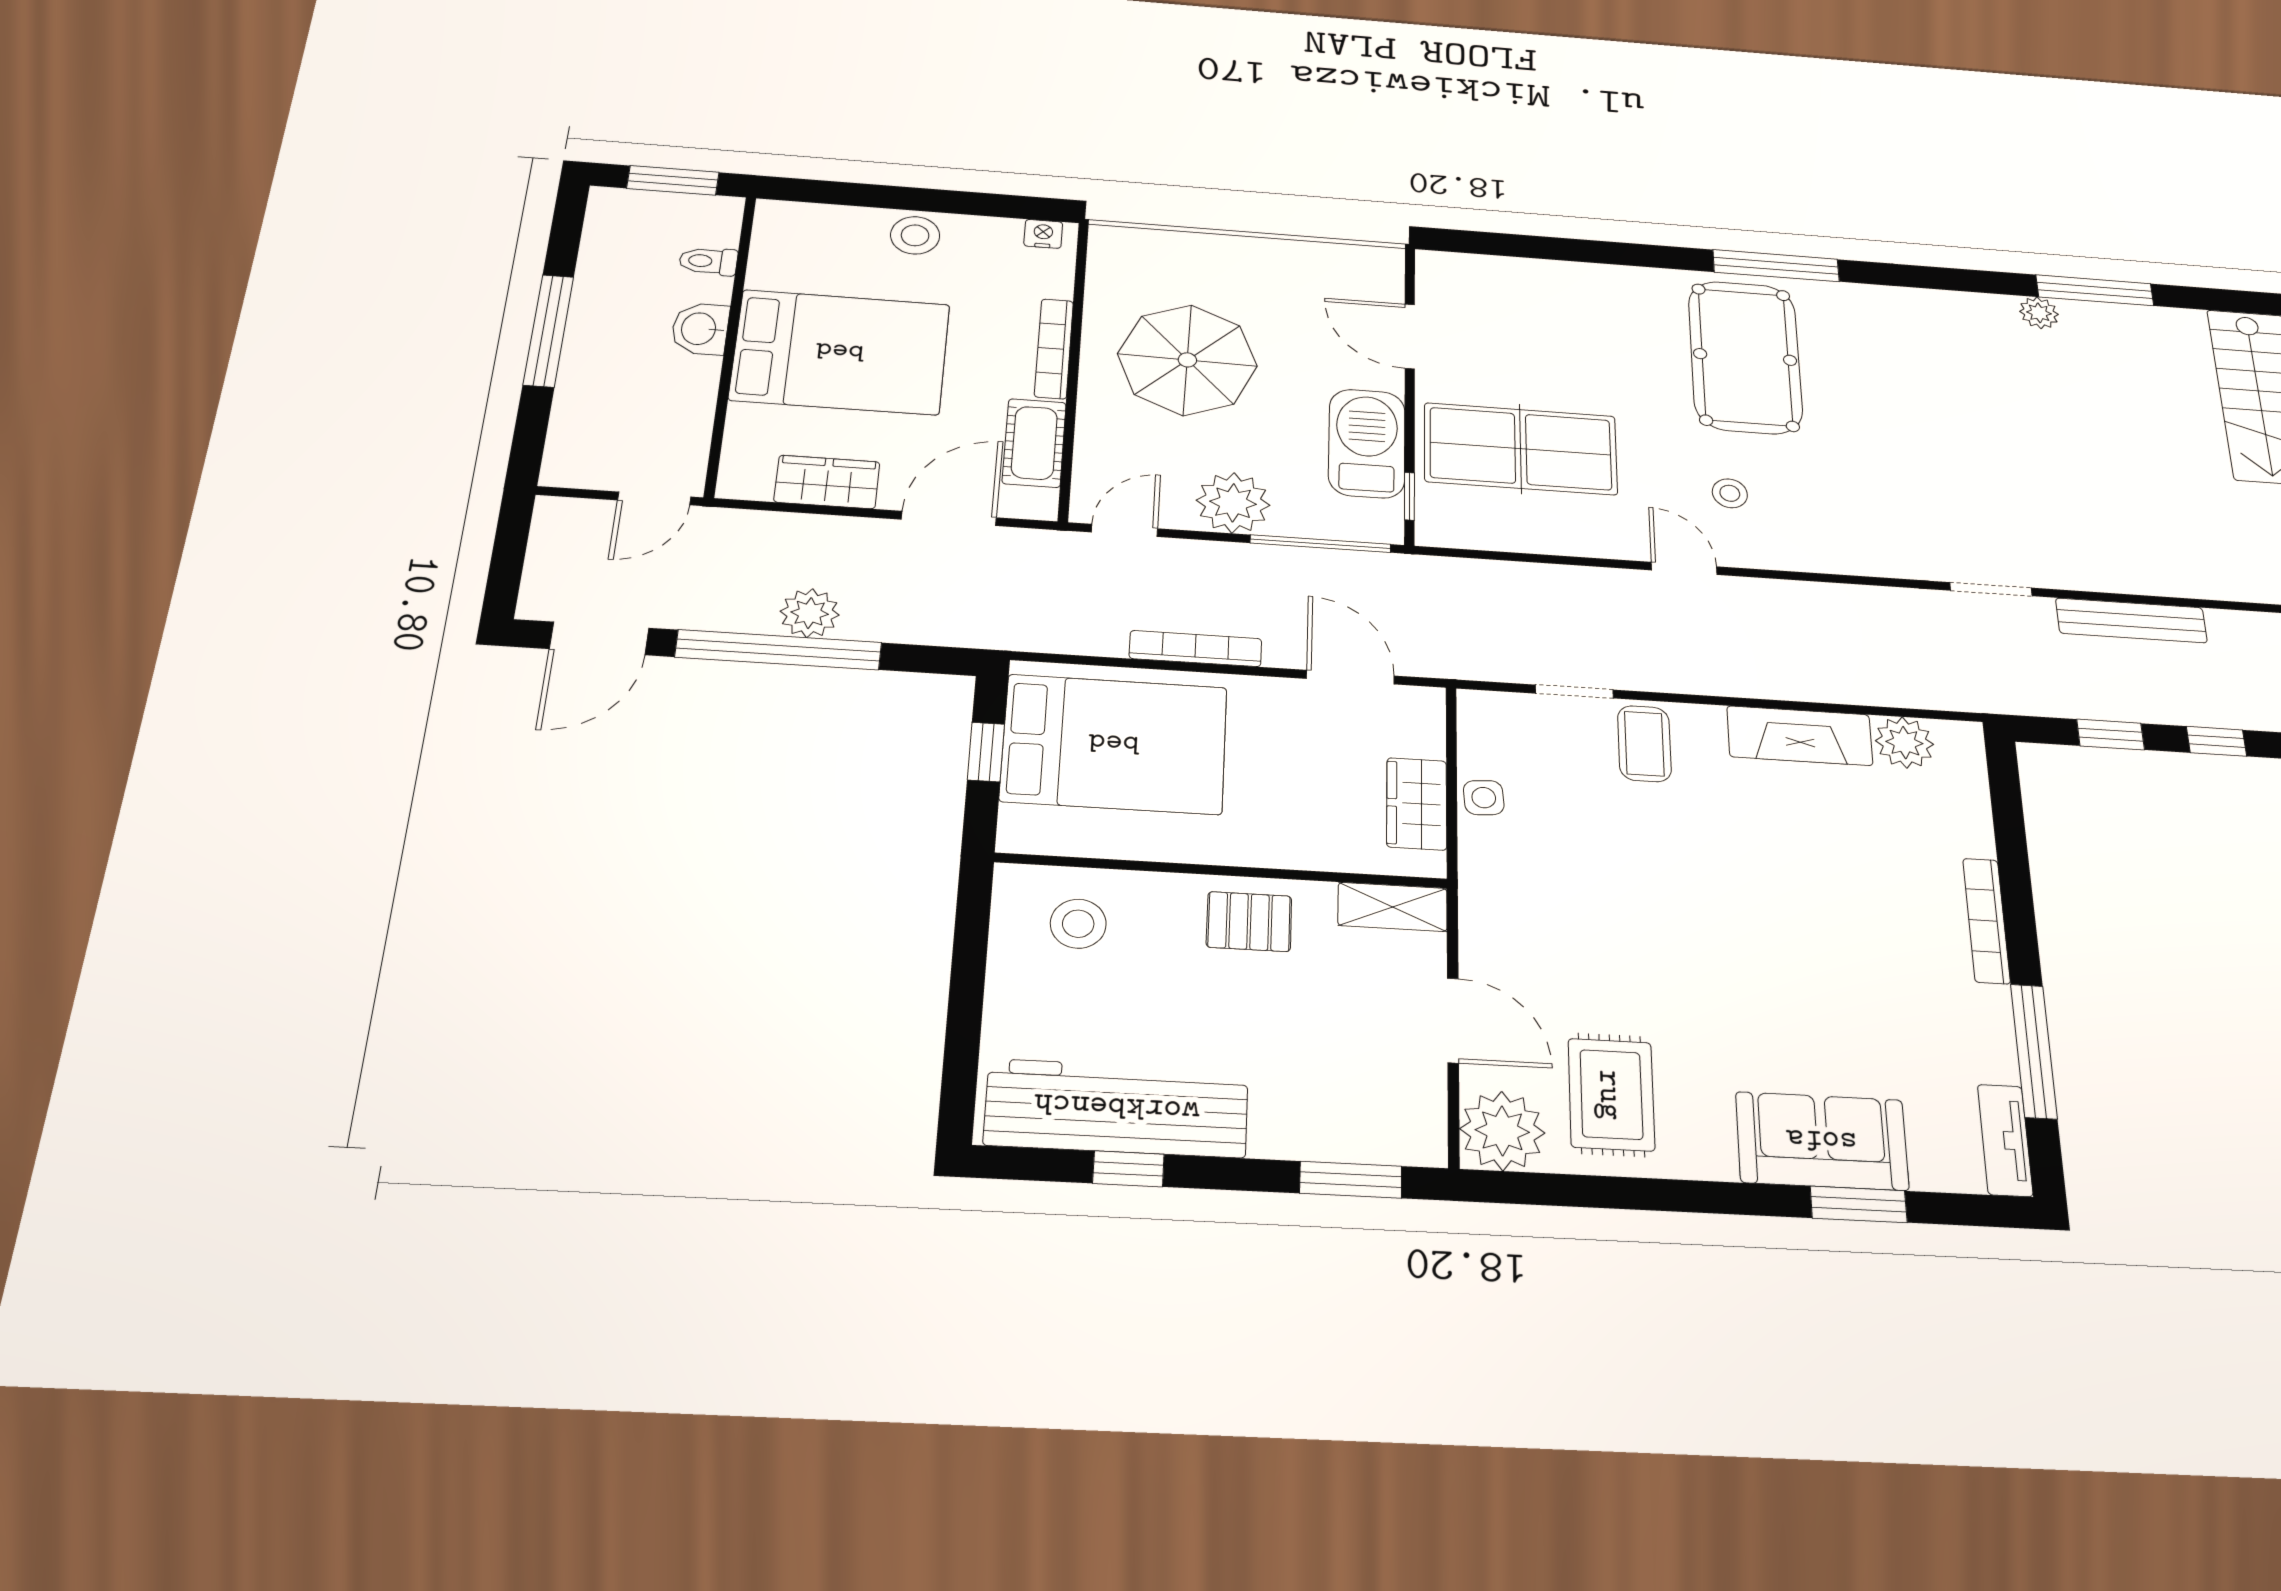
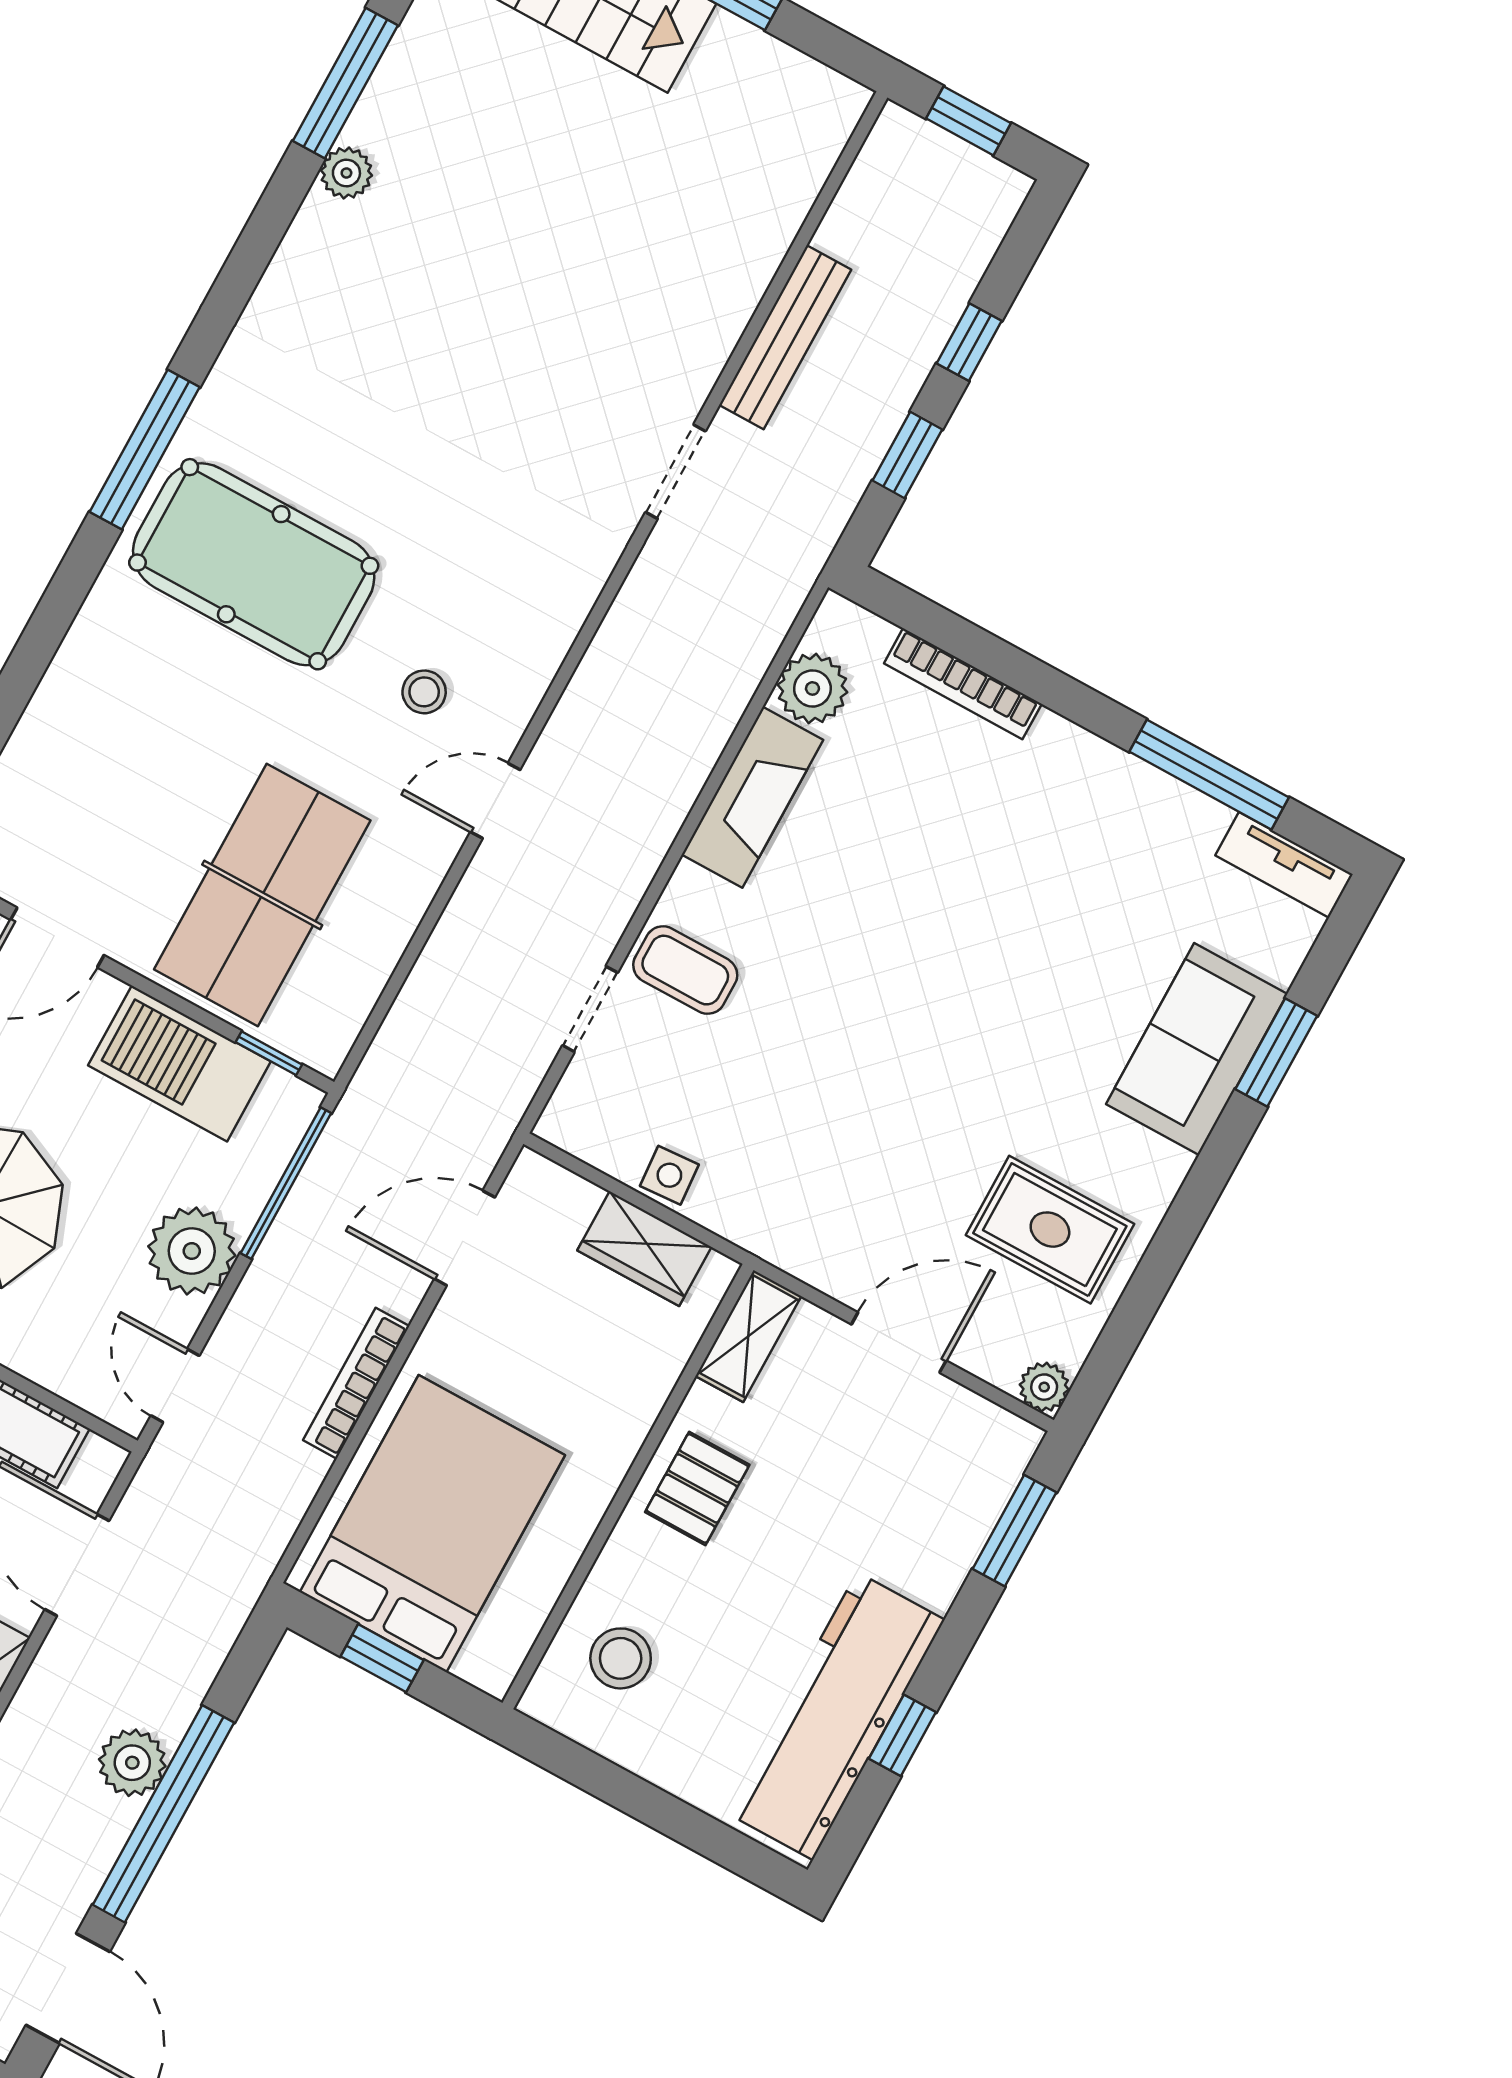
bookcase: (1986, 921) -> (963, 684), moved
plant: (1502, 1131) -> (1044, 1387), width x0.53, depth x0.53

